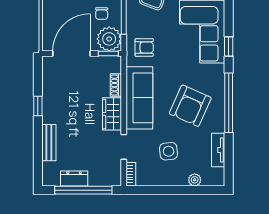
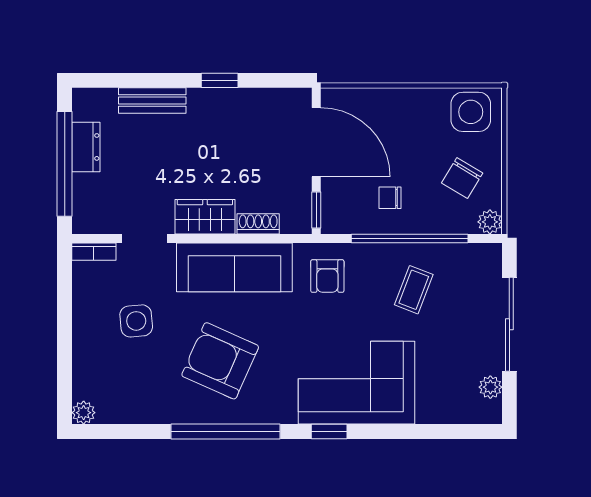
plant: (109, 39) -> (343, 212), removed
tv unit: (218, 150) -> (139, 412), removed
plant: (195, 180) -> (84, 413), moved

